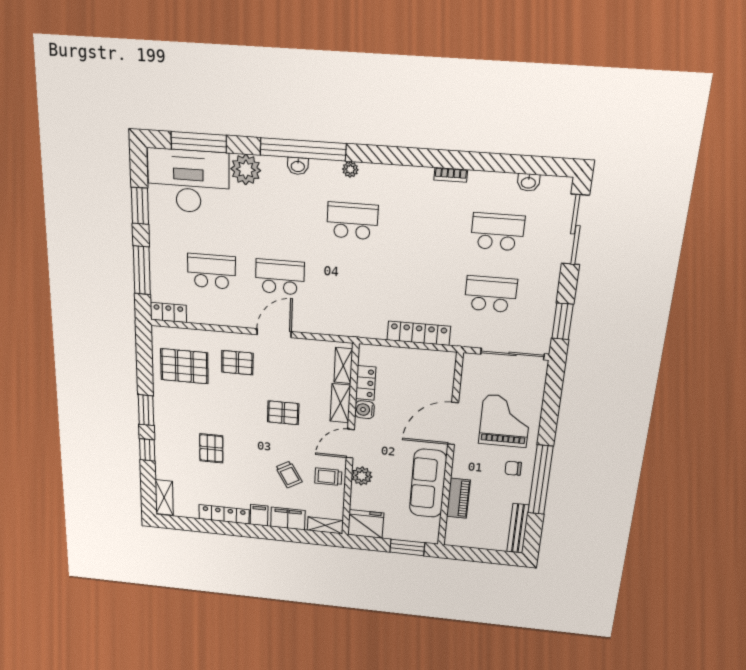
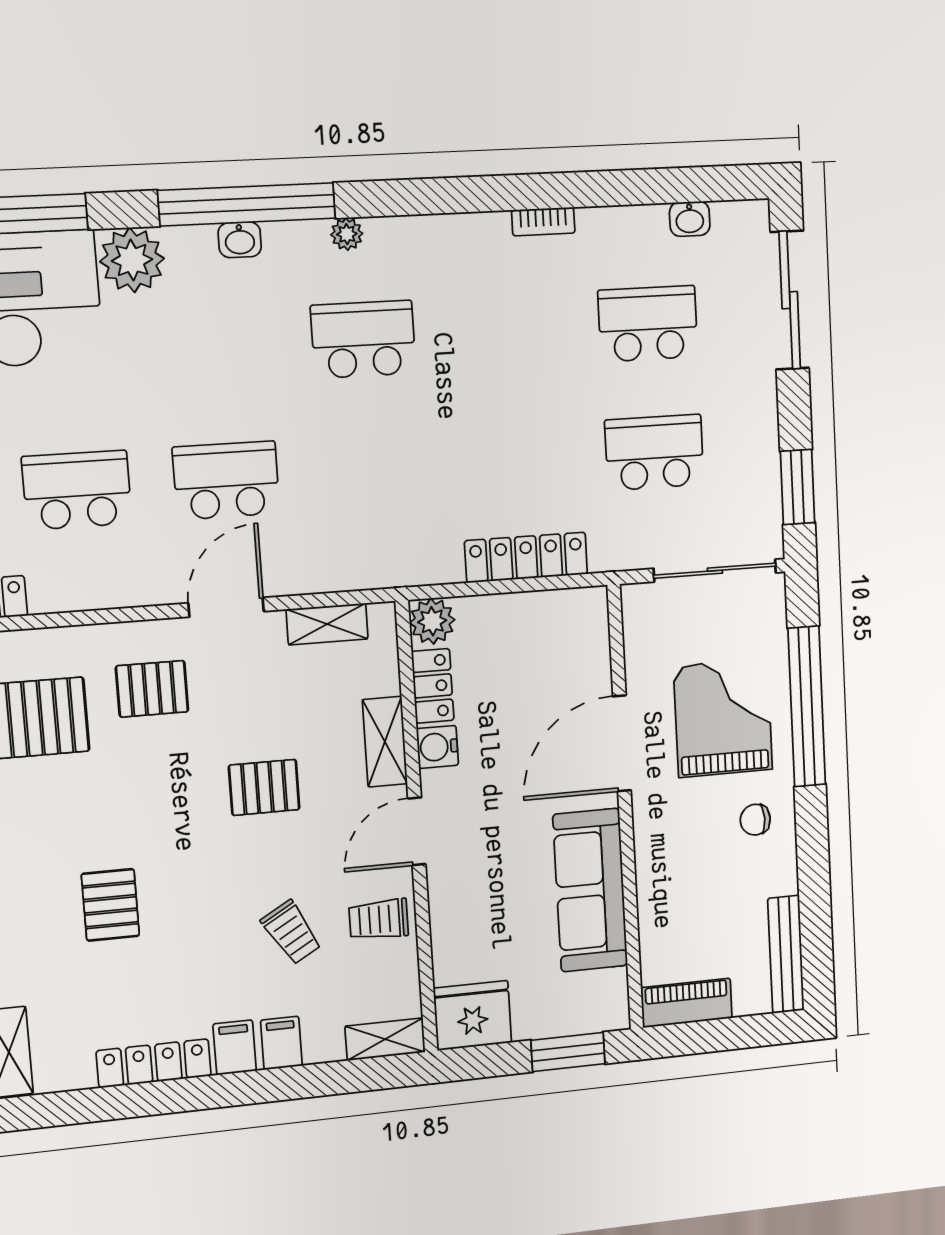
shelving: (343, 365) -> (327, 624), moved, turned 90
plant: (362, 476) -> (432, 621), moved
window: (540, 480) -> (807, 707), moved
piano: (458, 498) -> (687, 1003), moved, turned -90
filing cabinet: (288, 518) -> (281, 1043), width x0.50

